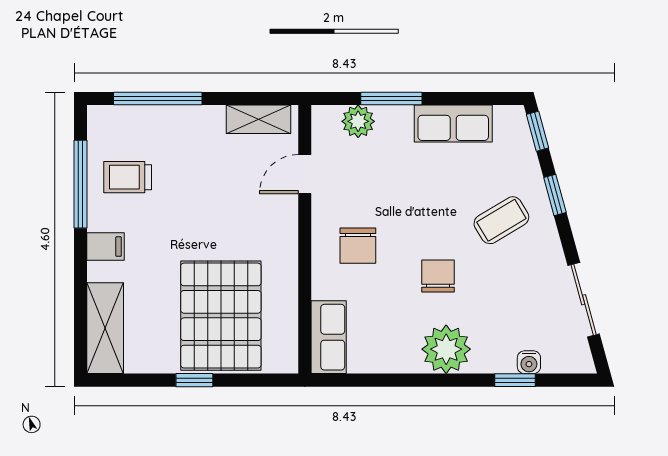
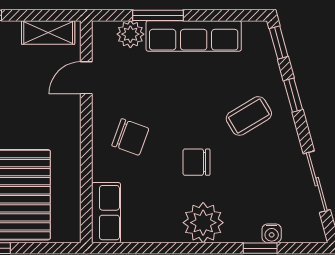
row of seats: (453, 123) -> (194, 36), width x1.48
chair: (358, 246) -> (130, 137), turned -70
chair: (438, 276) -> (196, 162), turned -90

